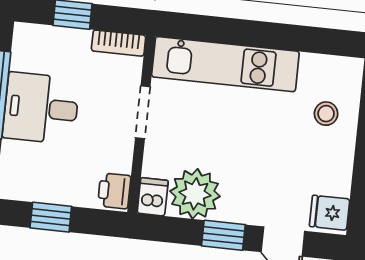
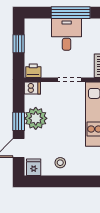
stool: (326, 114) -> (60, 163), moved
plant: (195, 194) -> (36, 118), moved

